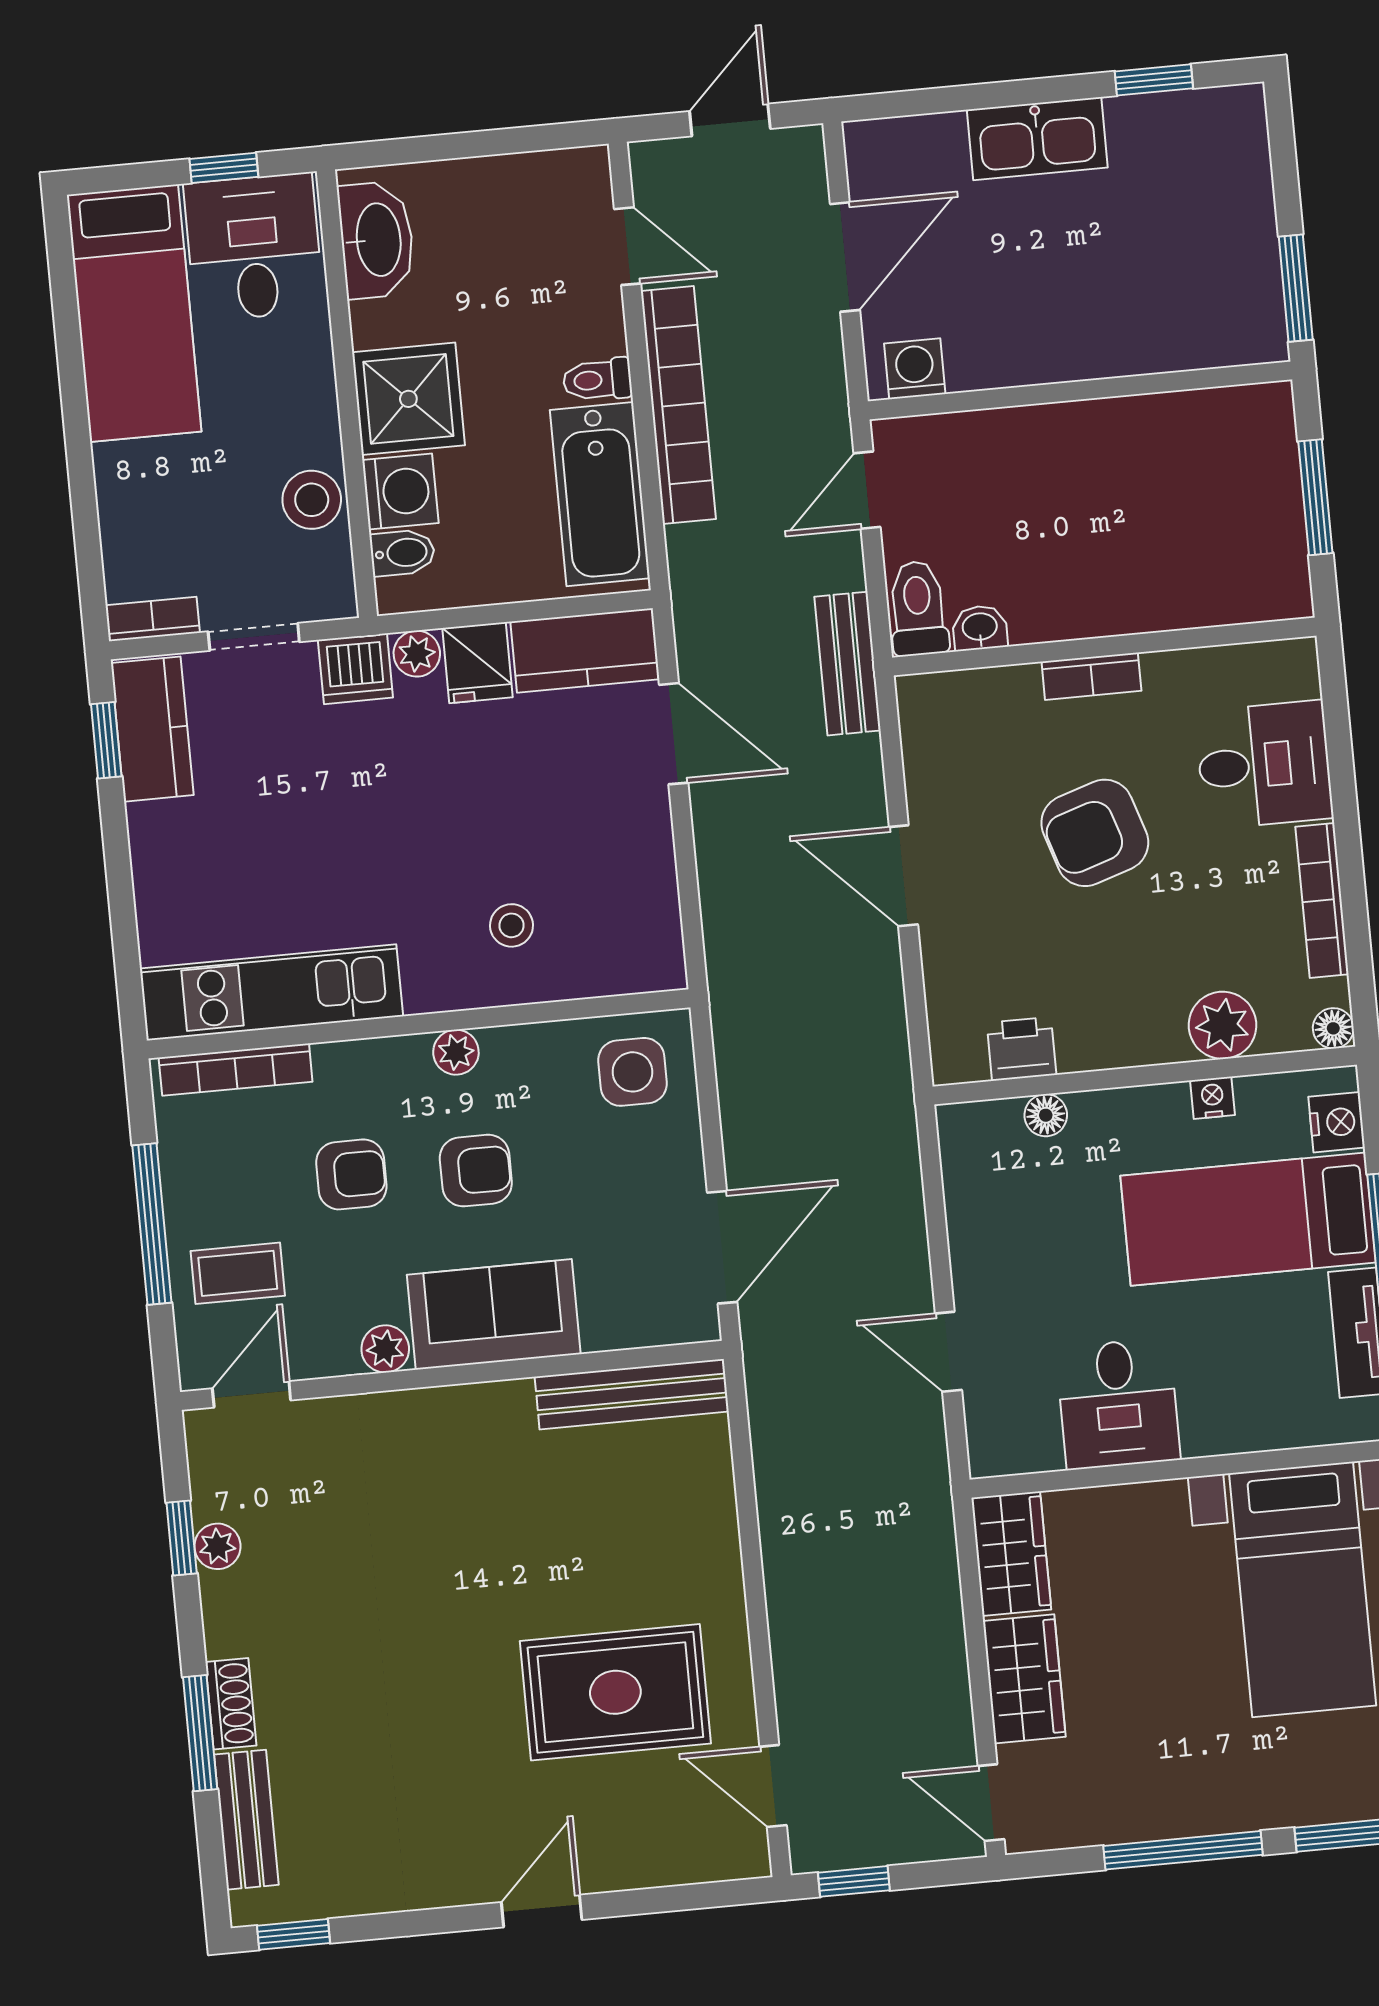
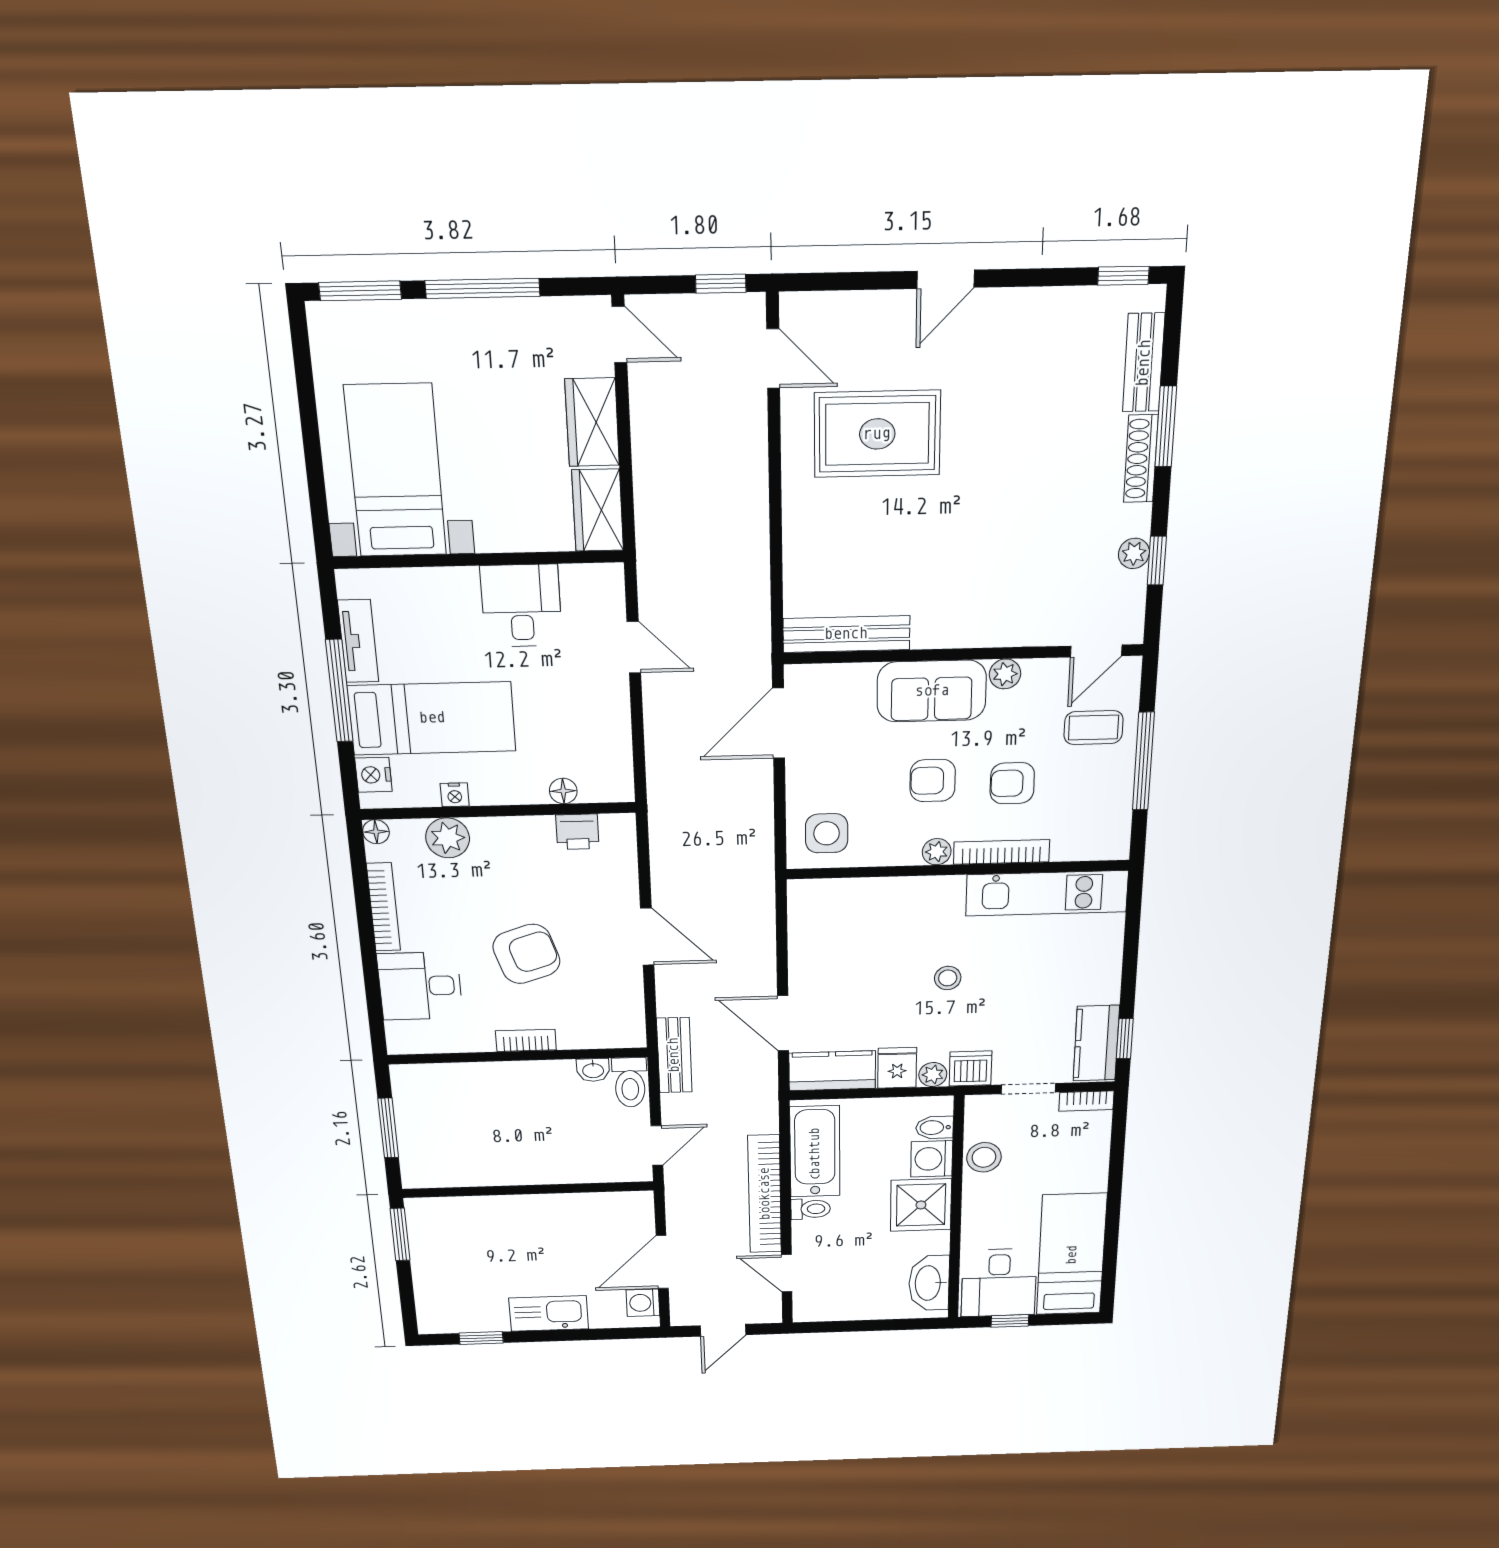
washing machine: (915, 369) -> (643, 1303), moved, turned 90
stool: (512, 925) -> (948, 978), moved
bookcase: (236, 1070) -> (1002, 852), moved
shoe rack: (231, 1704) -> (1141, 459), width x1.43

